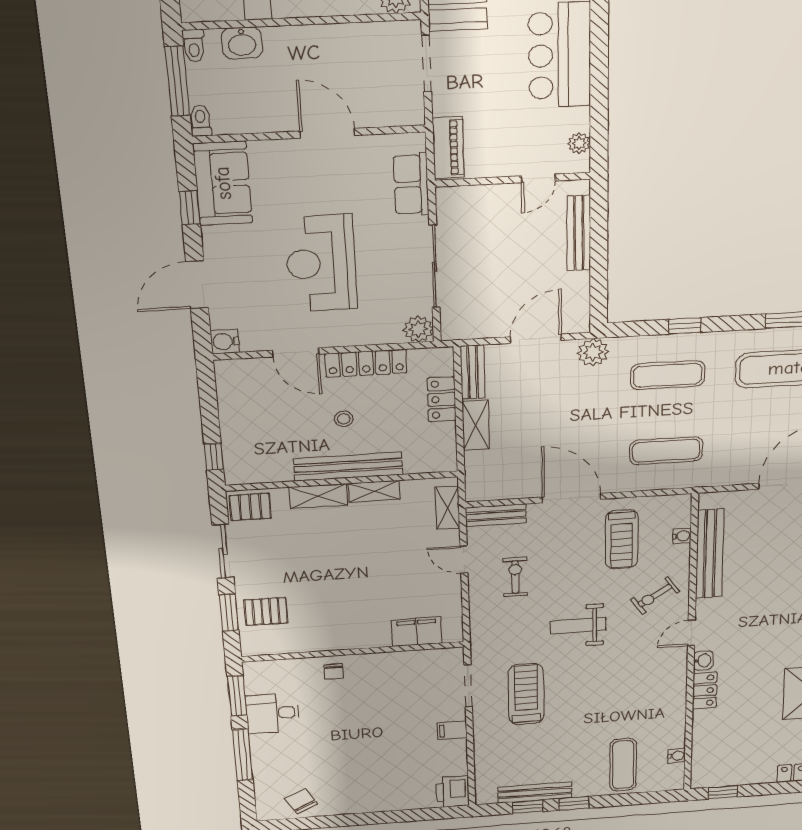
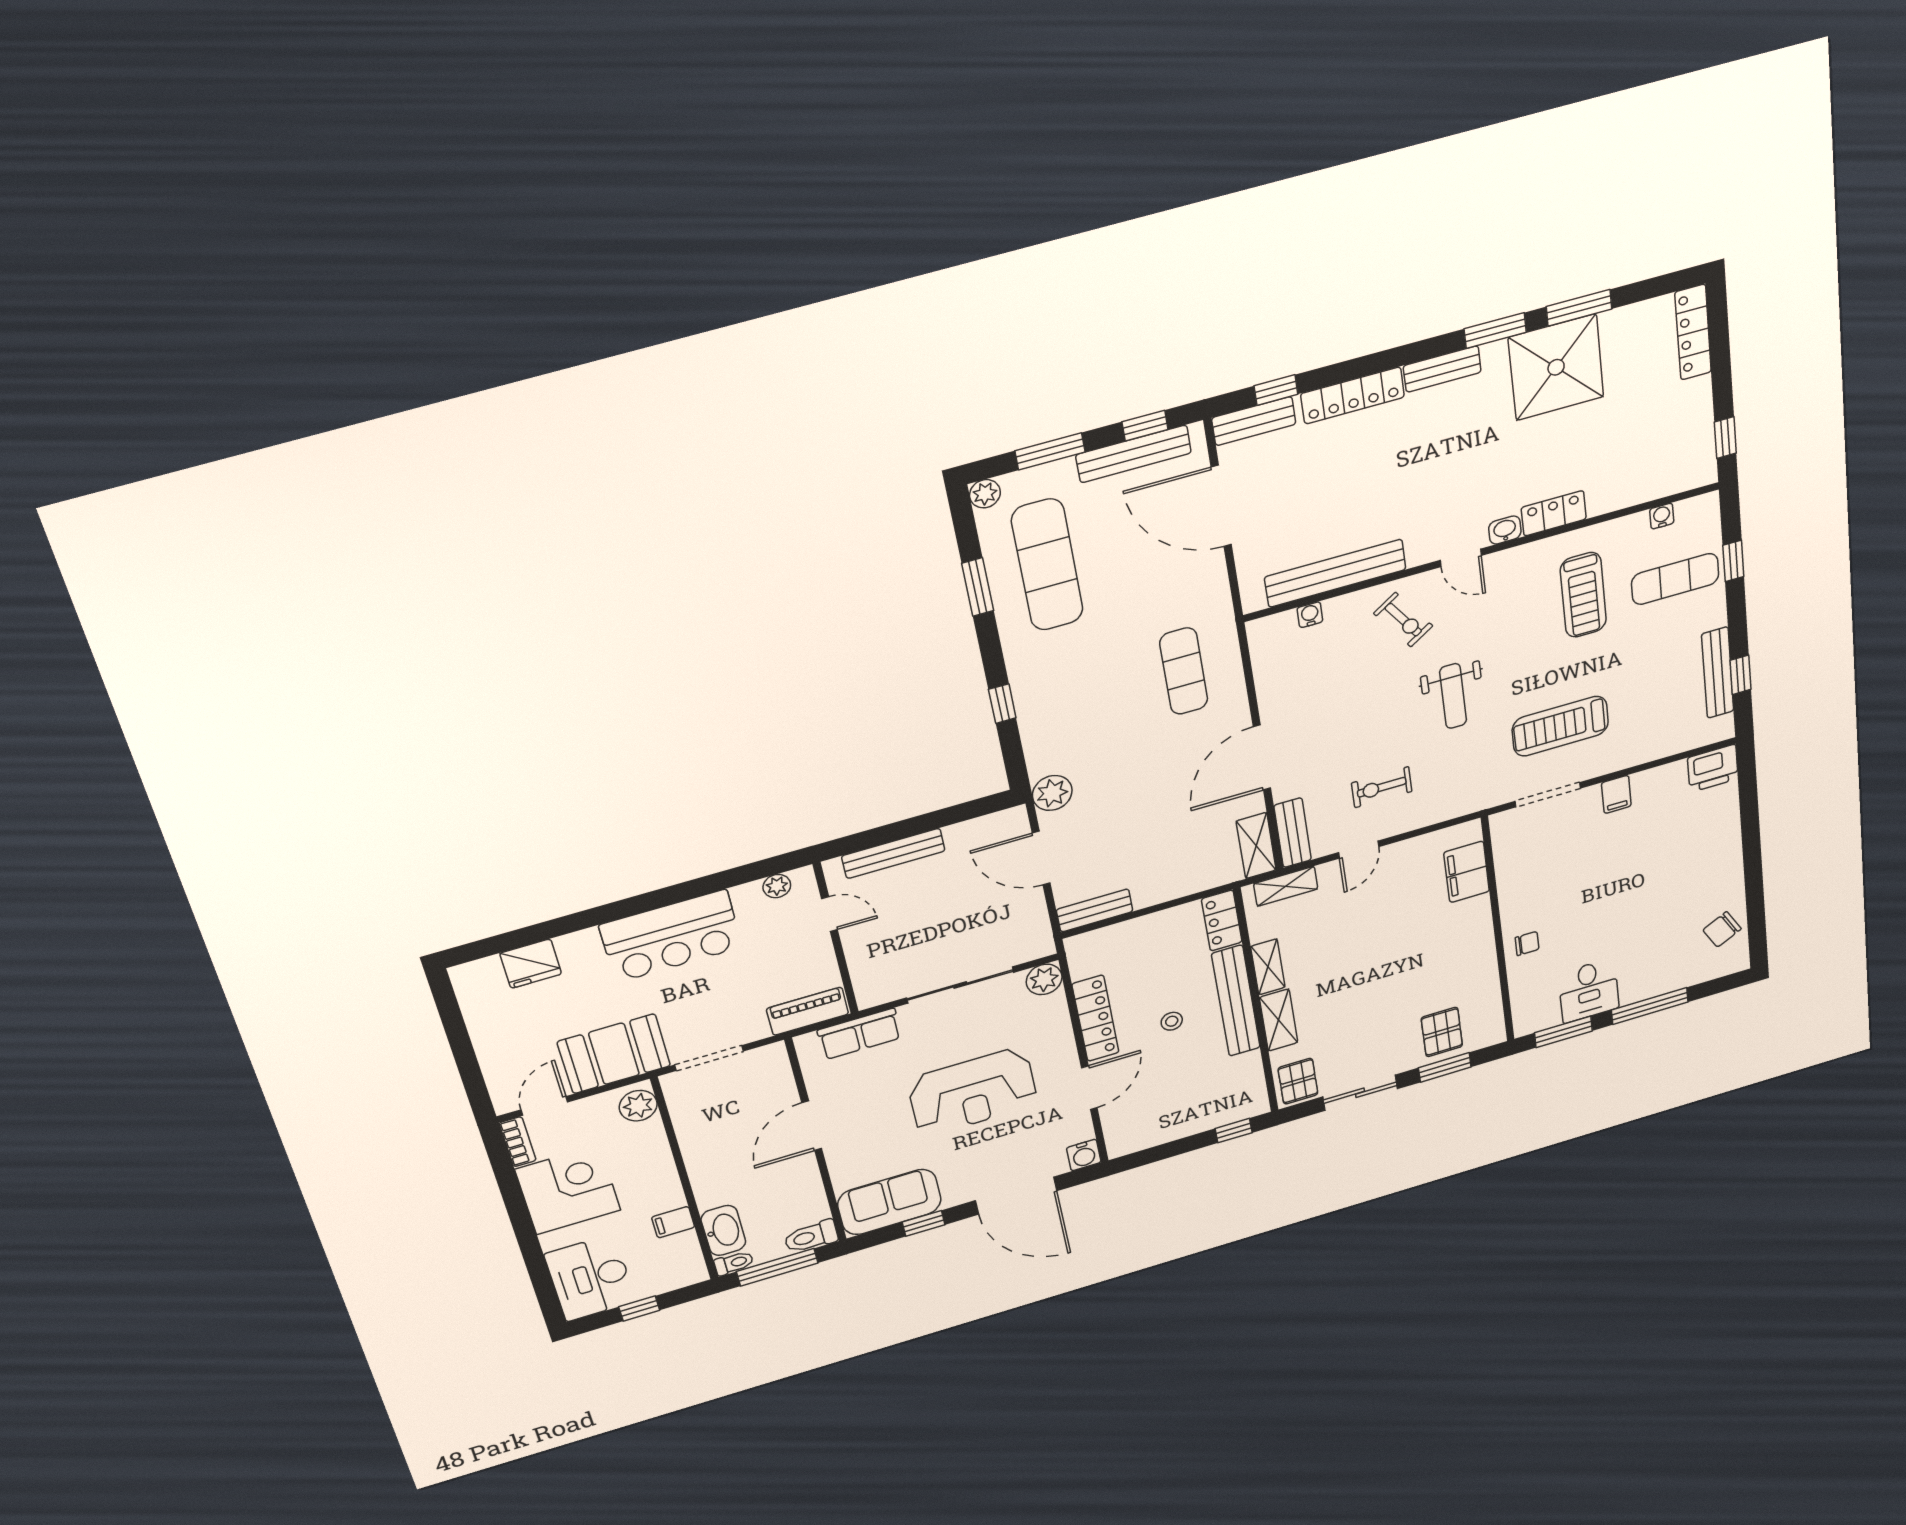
washbasin: (242, 43) -> (723, 1230), width x1.38
toilet: (201, 121) -> (811, 1237), width x1.37, depth x1.39
door: (197, 285) -> (1016, 1196), width x1.36
exercise mat: (668, 375) -> (1074, 702), removed
locker: (442, 399) -> (1222, 921), moved, turned 90
shelving: (476, 425) -> (1256, 846), moved, turned 90
treadmill: (622, 539) -> (1583, 595), moved, turned 90
window: (574, 803) -> (1733, 561), moved

